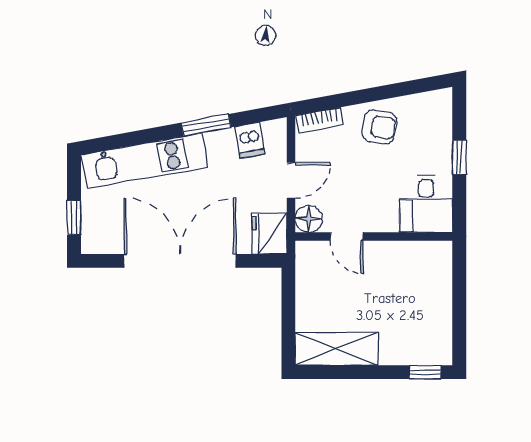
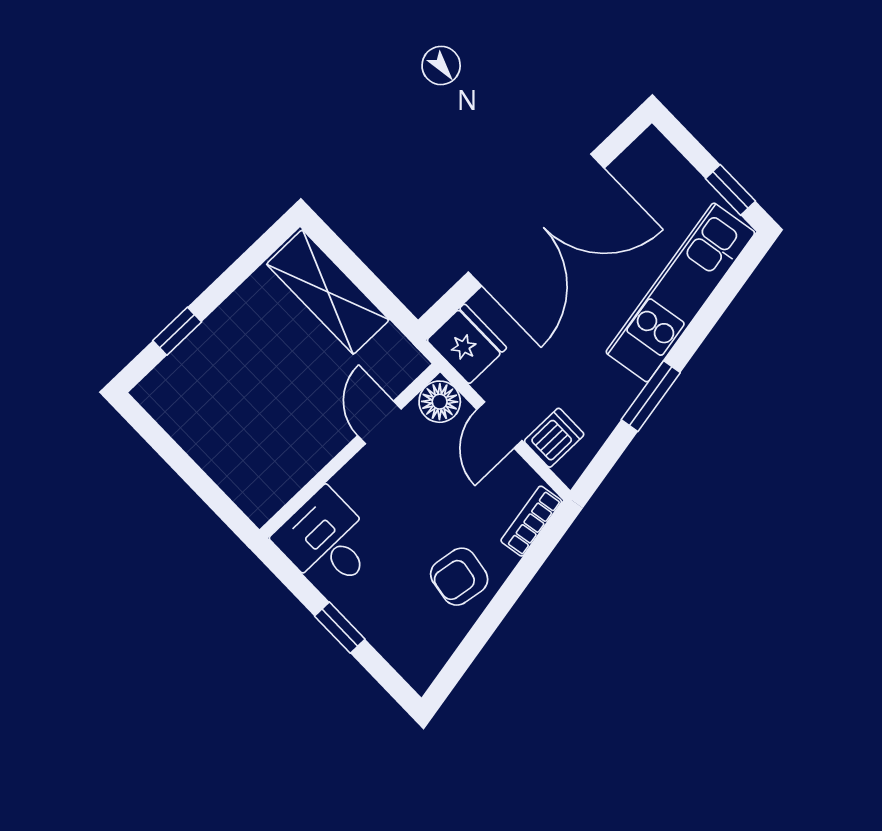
dishwasher: (250, 140) -> (554, 438), moved, turned 100
window: (74, 218) -> (730, 190), moved
door: (347, 236) -> (379, 422), hinge flipped
shelving: (337, 349) -> (328, 292), moved, turned 90
window: (425, 372) -> (177, 331), moved

